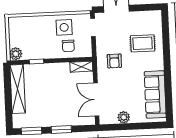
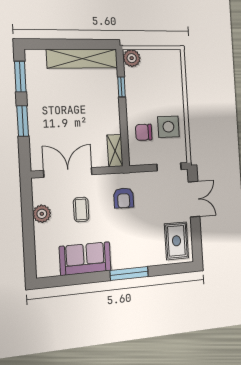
rug: (143, 43) -> (176, 241), moved
window: (167, 58) -> (129, 274), added
armchair: (114, 61) -> (124, 198), turned -90
coffee table: (122, 91) -> (81, 209), added
sofa: (155, 94) -> (85, 259), width x0.73

